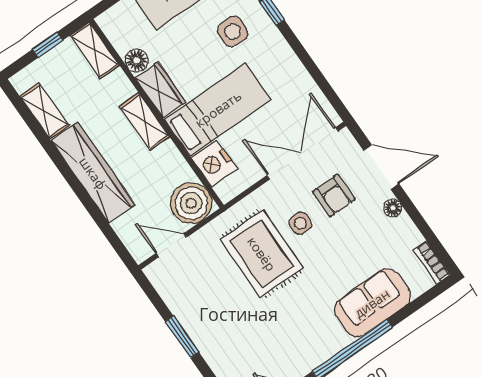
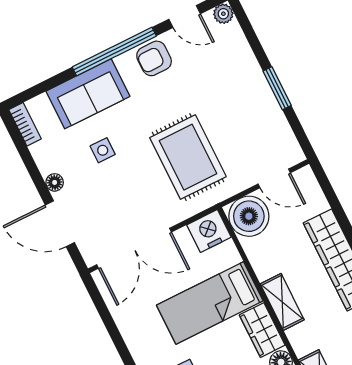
nightstand: (214, 163) -> (209, 231), moved, turned -90
armchair: (334, 195) -> (154, 58), moved, turned -90
side table: (300, 223) -> (103, 150), moved

